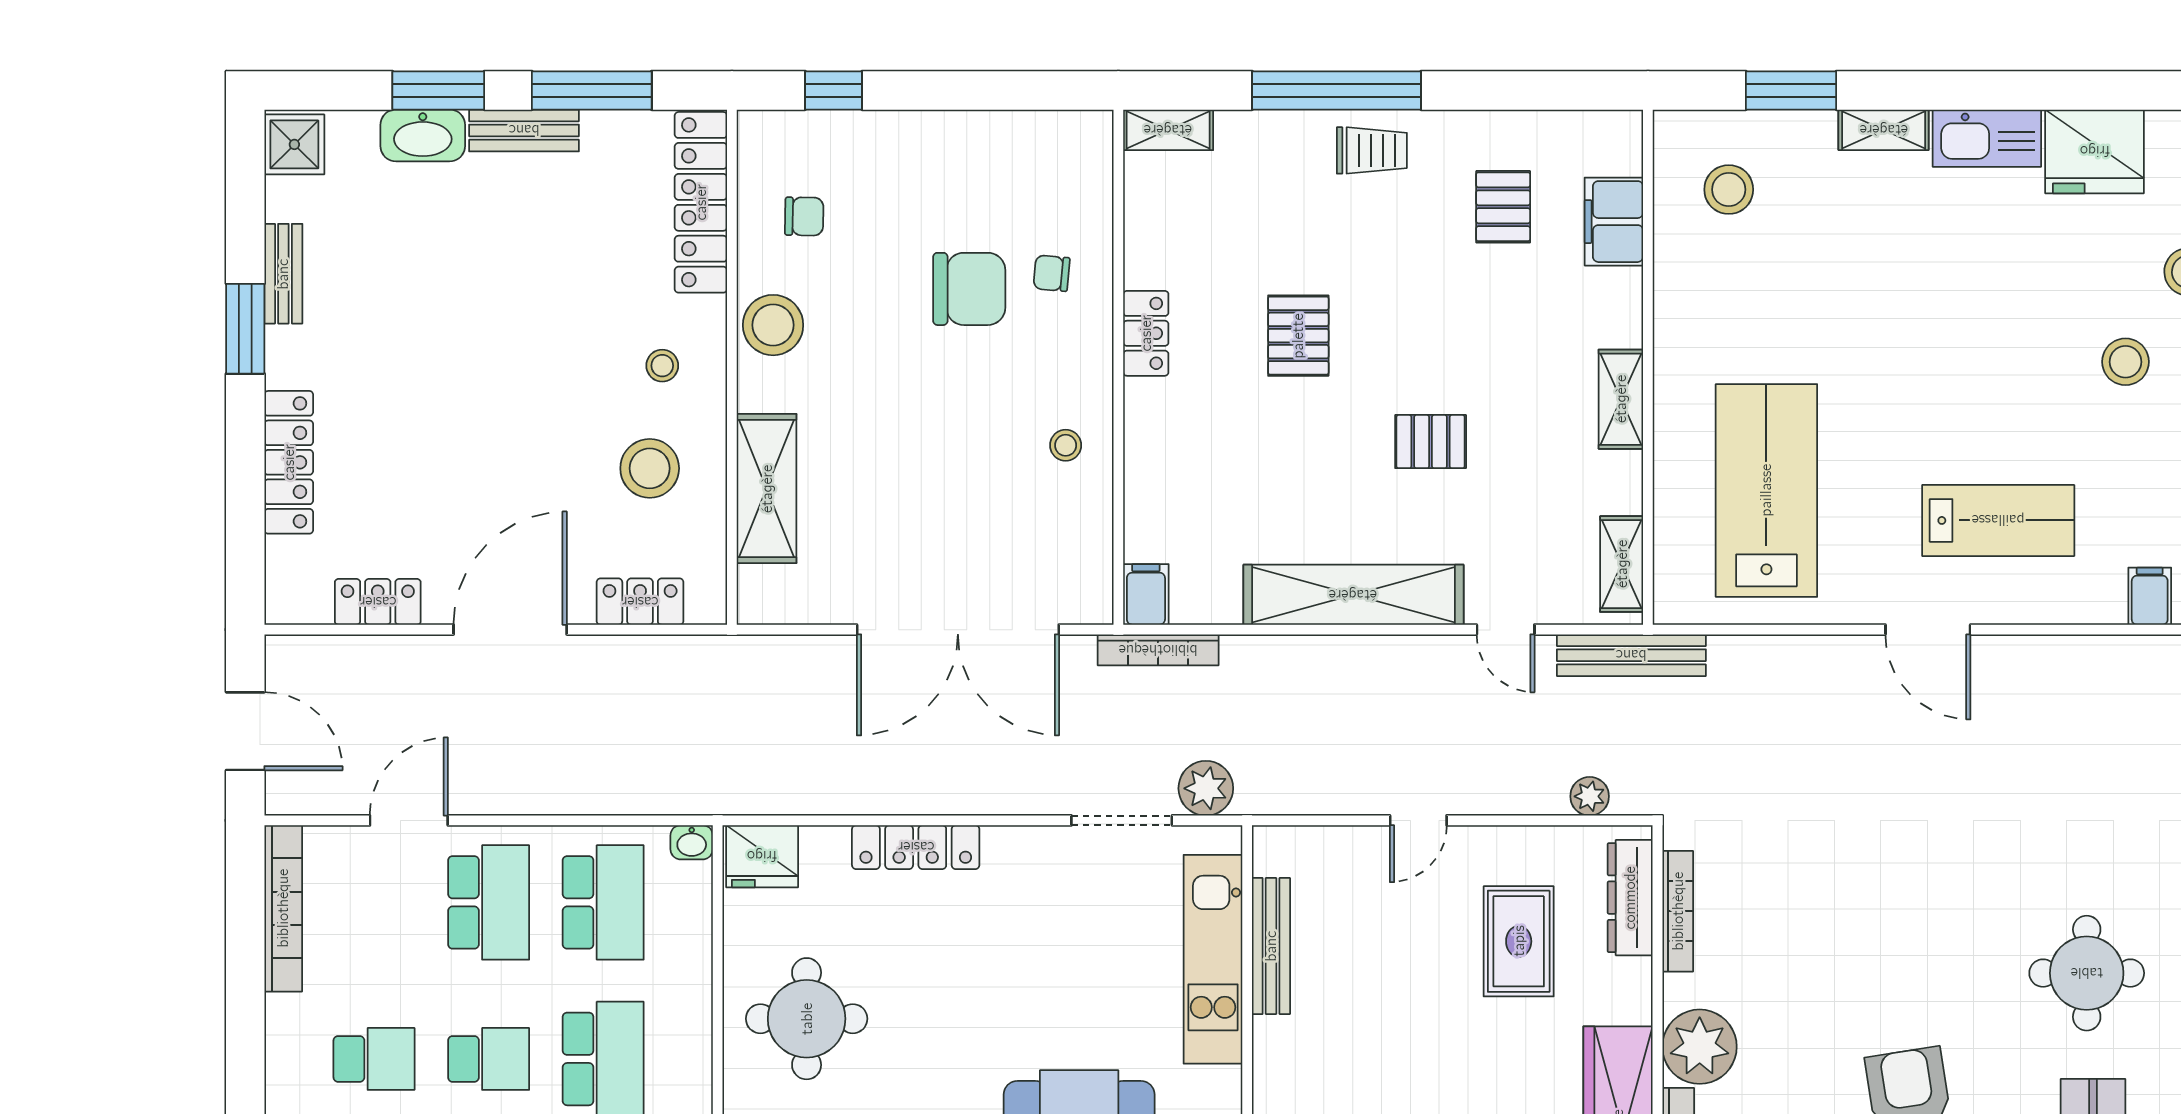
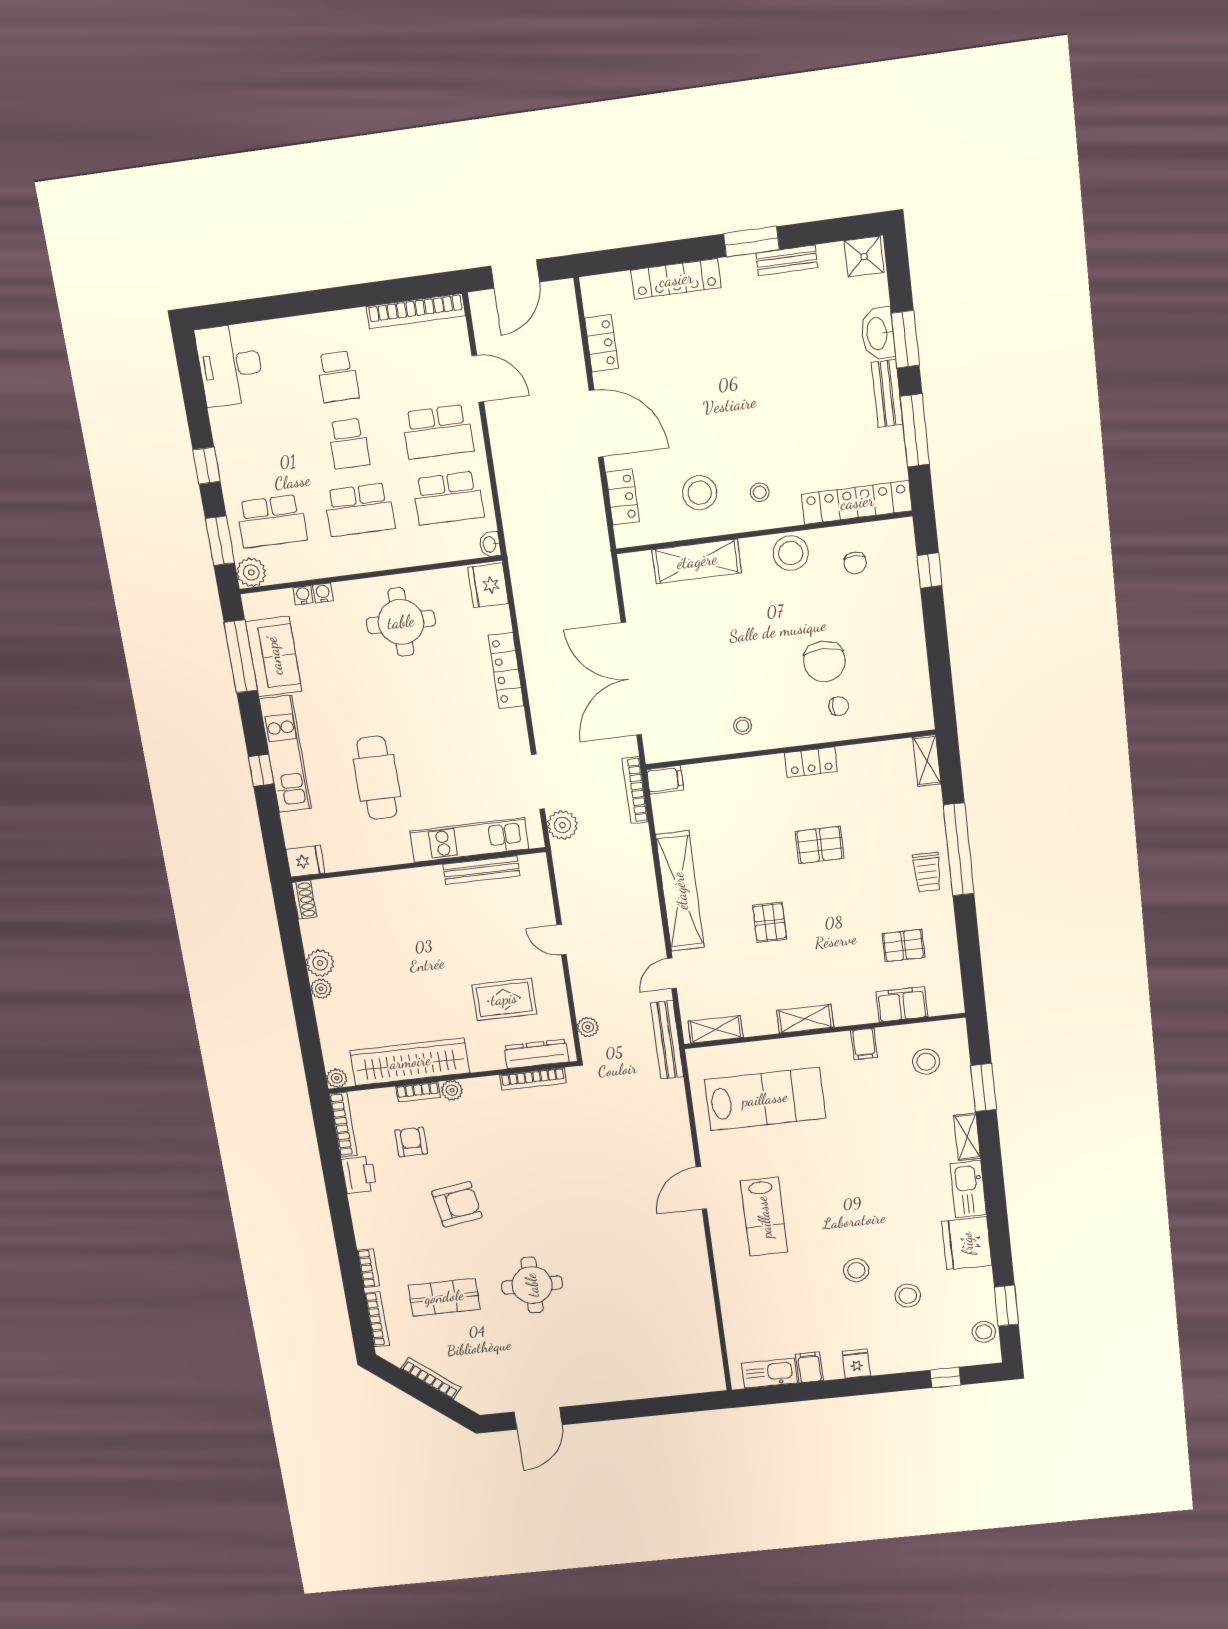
chair: (1052, 273) -> (839, 706), turned 85
filing cabinet: (2150, 596) -> (864, 1044), moved, turned 90
plant: (1700, 1047) -> (452, 1090), width x0.53, depth x0.53

